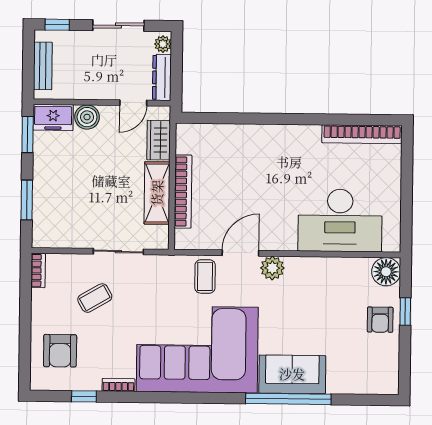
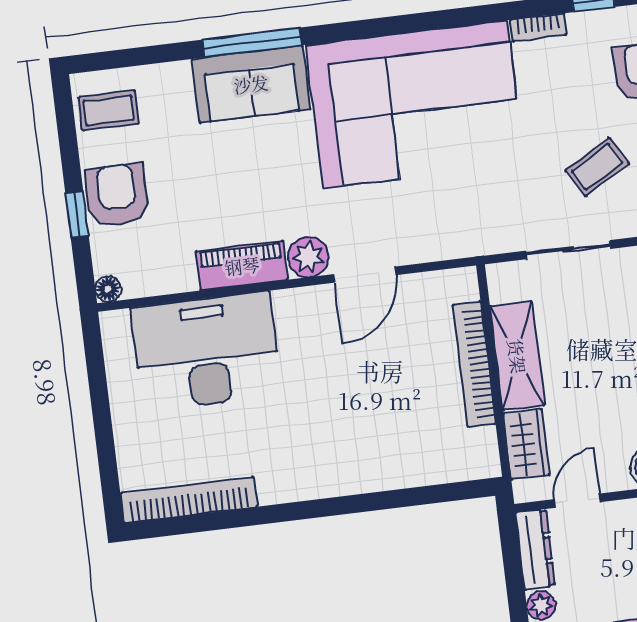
piano: (312, 268) -> (242, 266), added
floor lamp: (386, 272) -> (108, 289), width x0.53, depth x0.53
coffee table: (205, 276) -> (109, 110), moved, turned 90
armchair: (380, 320) -> (117, 195), width x1.38, depth x1.38
window: (288, 399) -> (252, 42), width x0.68

